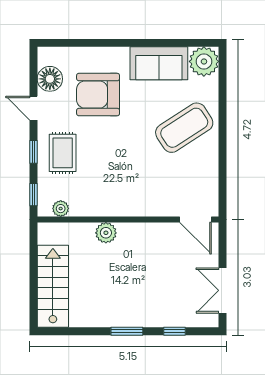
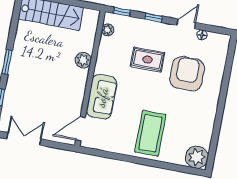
sofa: (159, 63) -> (102, 97), moved, turned 180
floor lamp: (50, 79) -> (202, 35), width x0.53, depth x0.53
coffee table: (184, 128) -> (150, 133), turned 33
rug: (63, 153) -> (148, 60), moved

